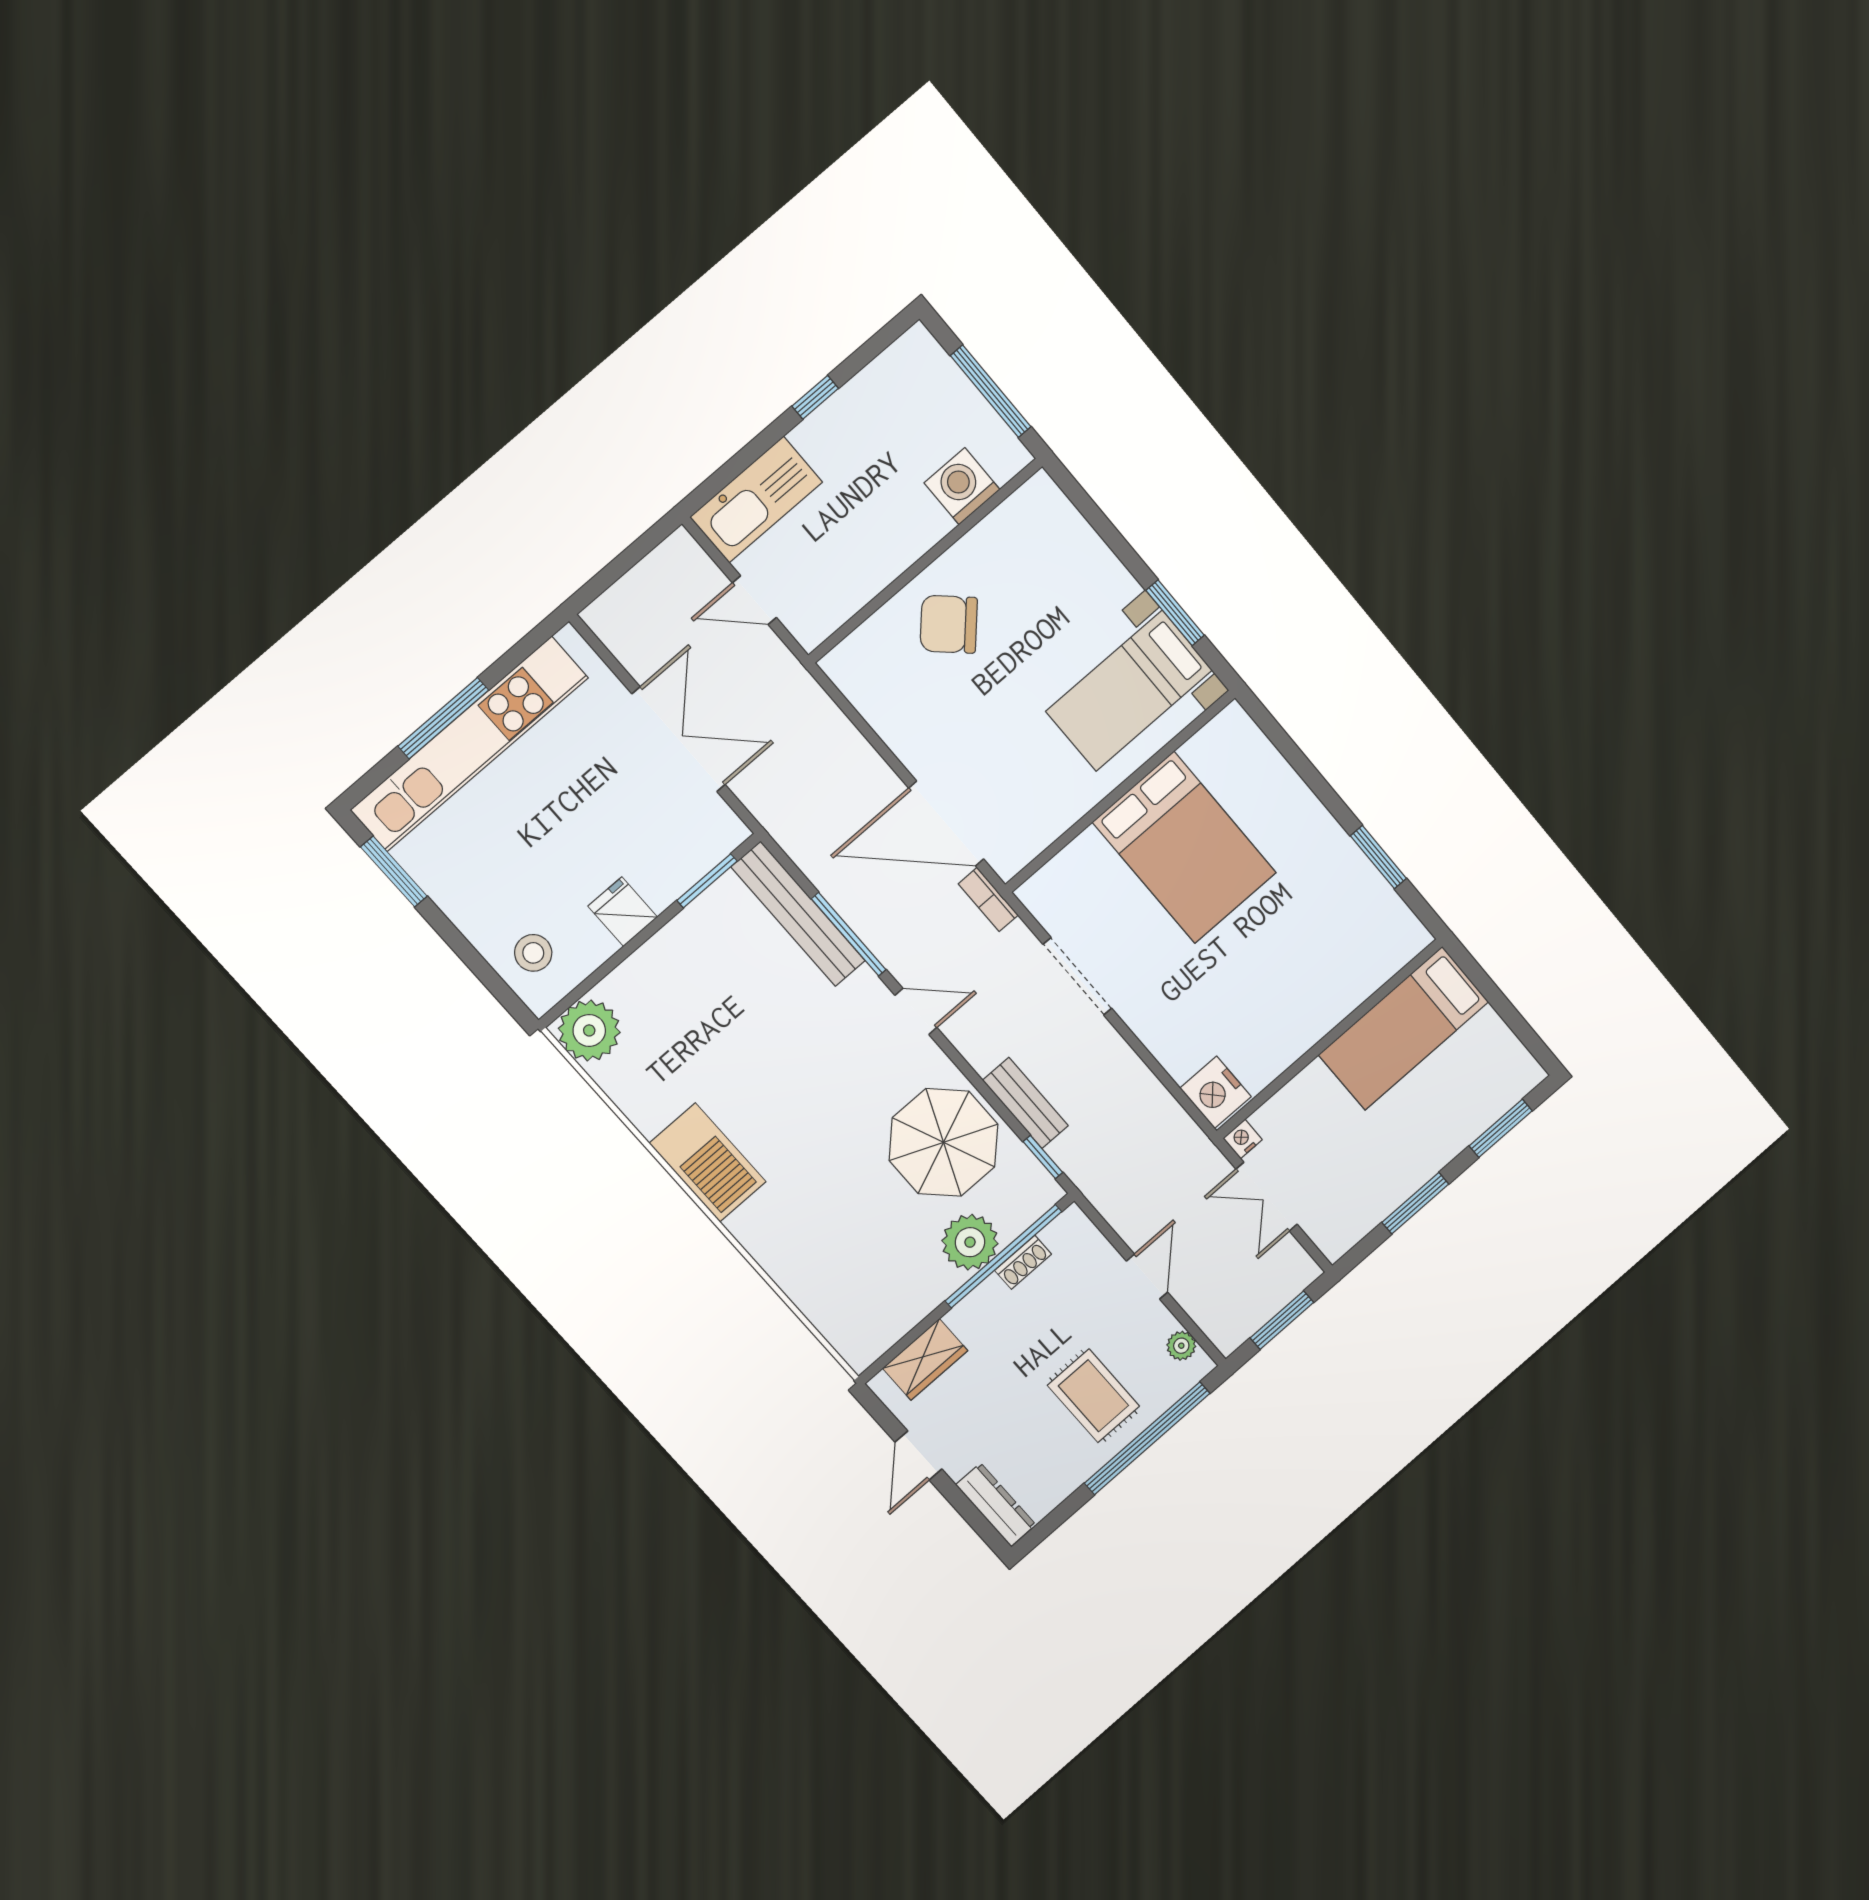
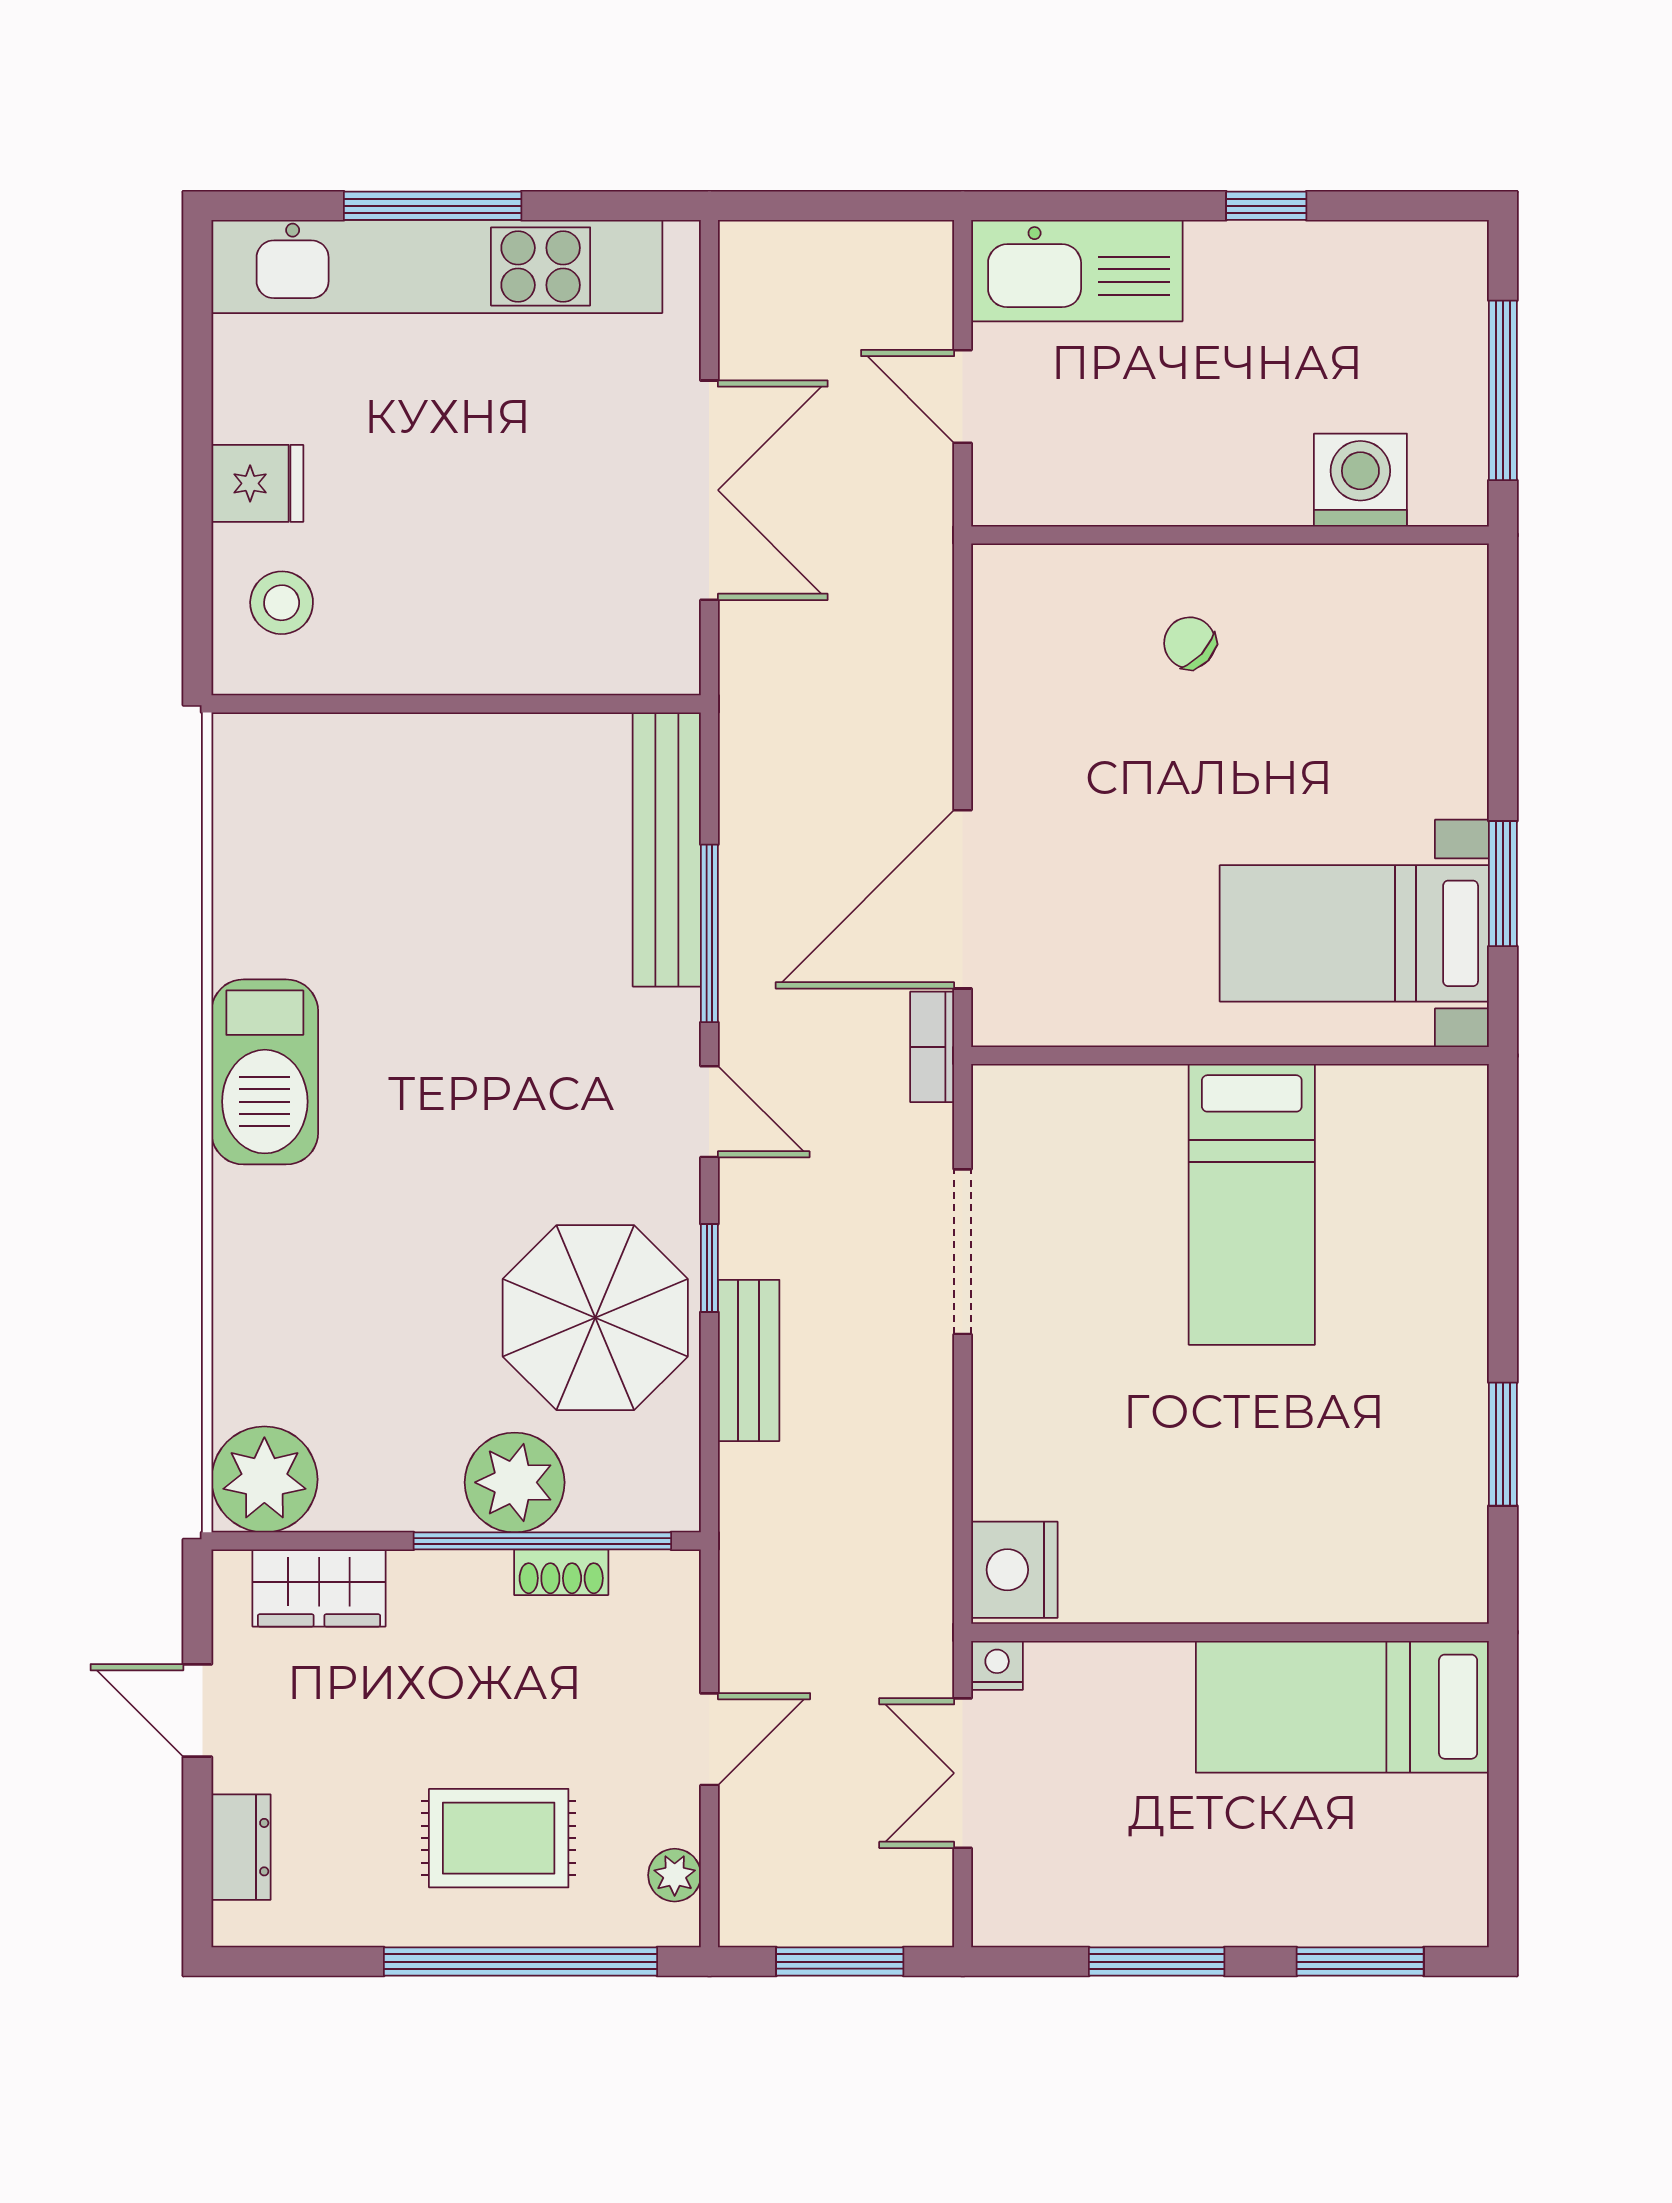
chair: (949, 624) -> (1190, 643), width x0.54, depth x0.54
door: (946, 824) -> (963, 899), hinge flipped
bed: (1184, 848) -> (1252, 1204), width x0.67
window: (394, 872) -> (197, 345), removed
window: (707, 881) -> (586, 704), removed
fridge: (623, 912) -> (257, 483), moved, turned 90
plant: (589, 1030) -> (264, 1479), moved
window: (1043, 1157) -> (709, 1268), moved
rug: (1093, 1396) -> (499, 1838), turned 90
door: (918, 1456) -> (197, 1710), hinge flipped
dresser: (996, 1505) -> (241, 1847), width x0.70

